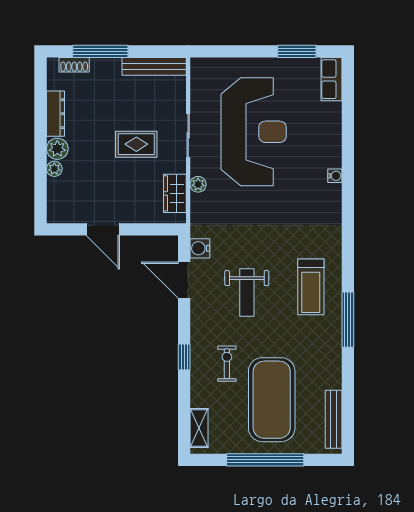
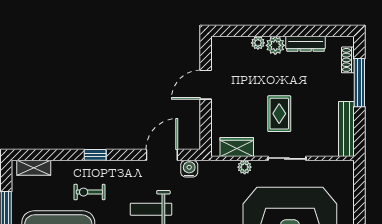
exercise bike: (227, 364) -> (89, 192), turned 180

